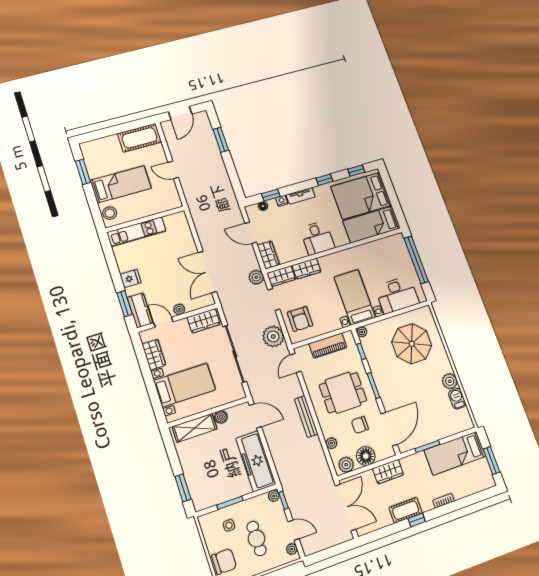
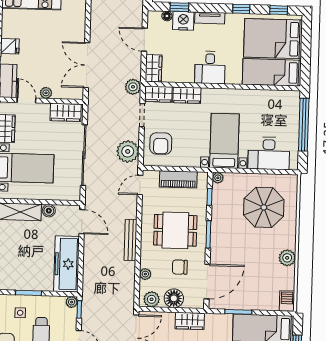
nightstand: (282, 201) -> (183, 21), width x1.89, depth x1.79
barbecue: (457, 399) -> (287, 301), moved

